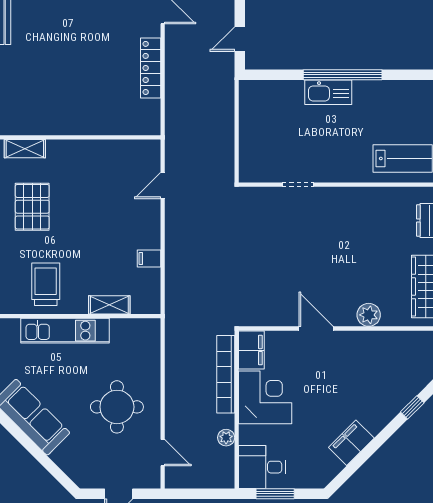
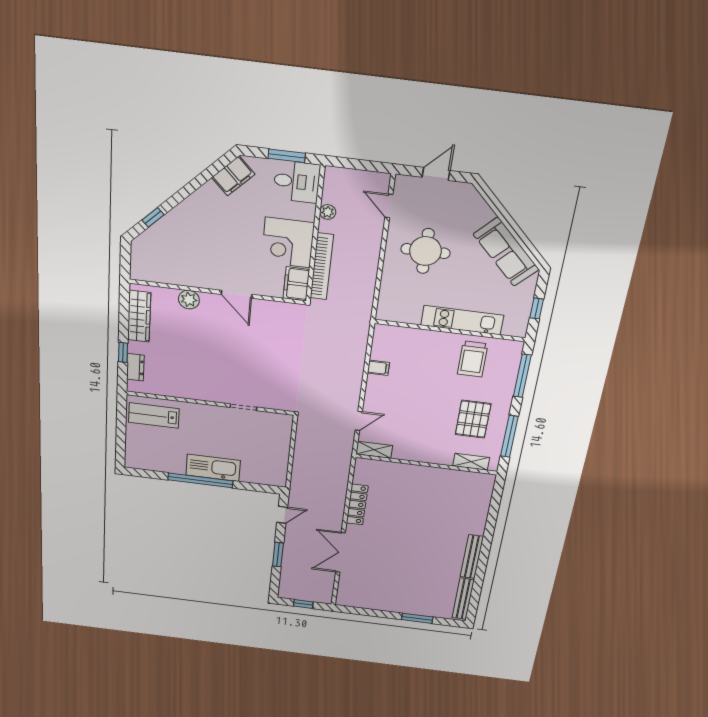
kitchen sink: (328, 92) -> (213, 468), width x1.36, depth x1.24
shelving: (109, 305) -> (374, 450), moved
filing cabinet: (351, 443) -> (233, 176), moved

